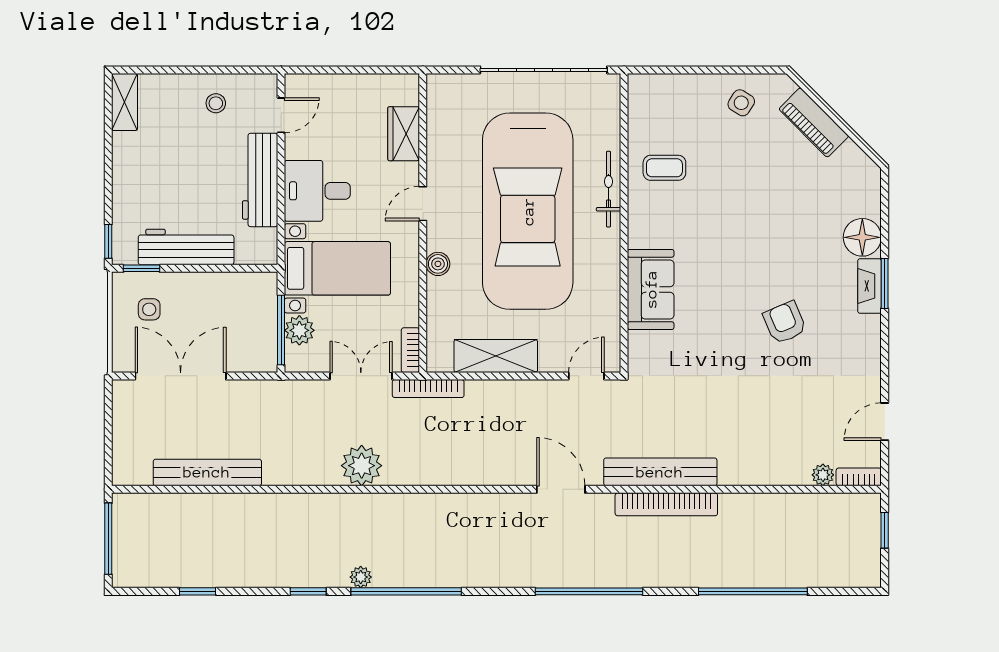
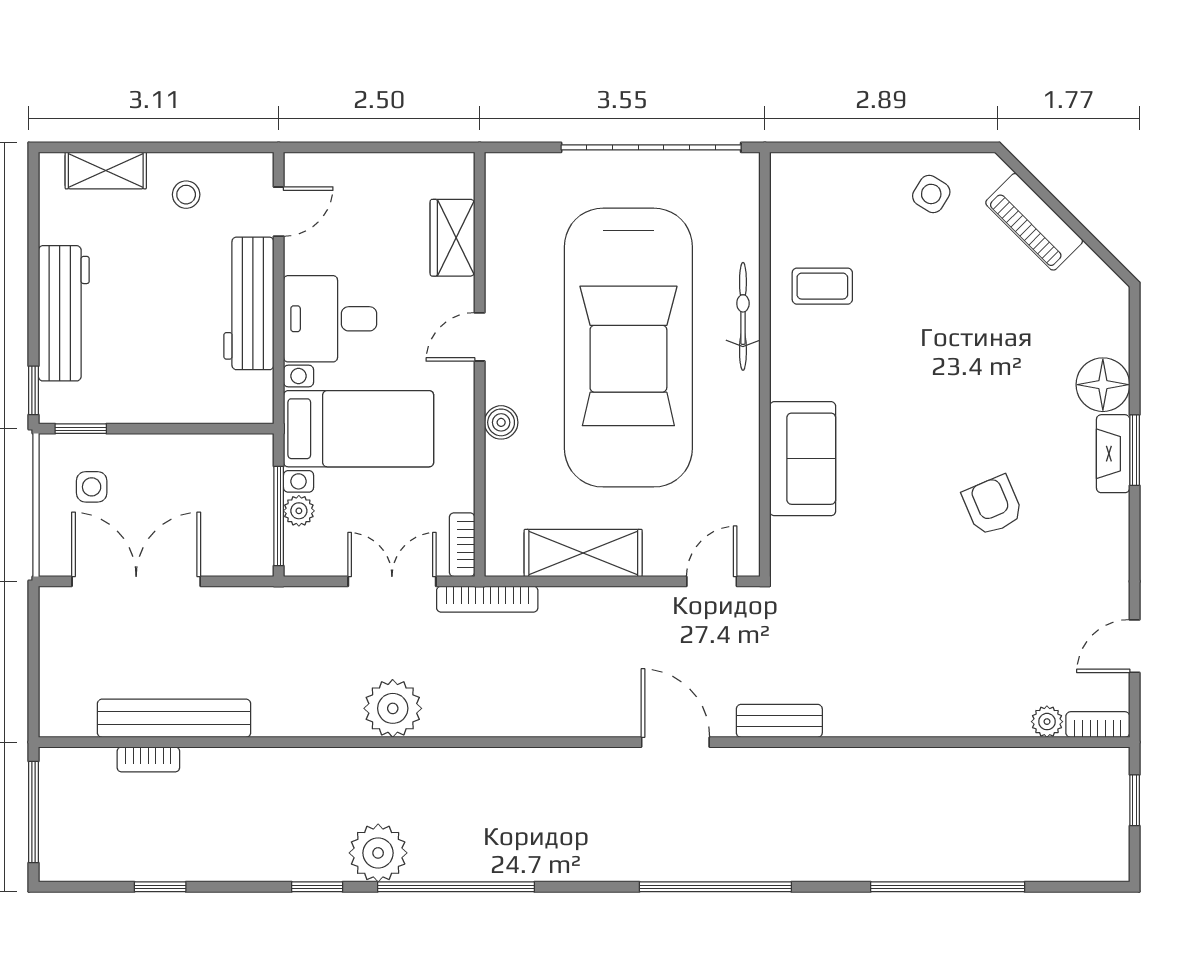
shelving: (125, 102) -> (106, 170), moved, turned 90
workbench: (186, 247) -> (64, 313), moved, turned 90
plant: (299, 330) -> (299, 511), width x0.73, depth x0.73
bench: (660, 472) -> (779, 721), width x0.54, depth x0.82
bookcase: (666, 504) -> (148, 759), moved, width x0.43, depth x0.76
plant: (361, 577) -> (378, 853), width x1.88, depth x1.88

